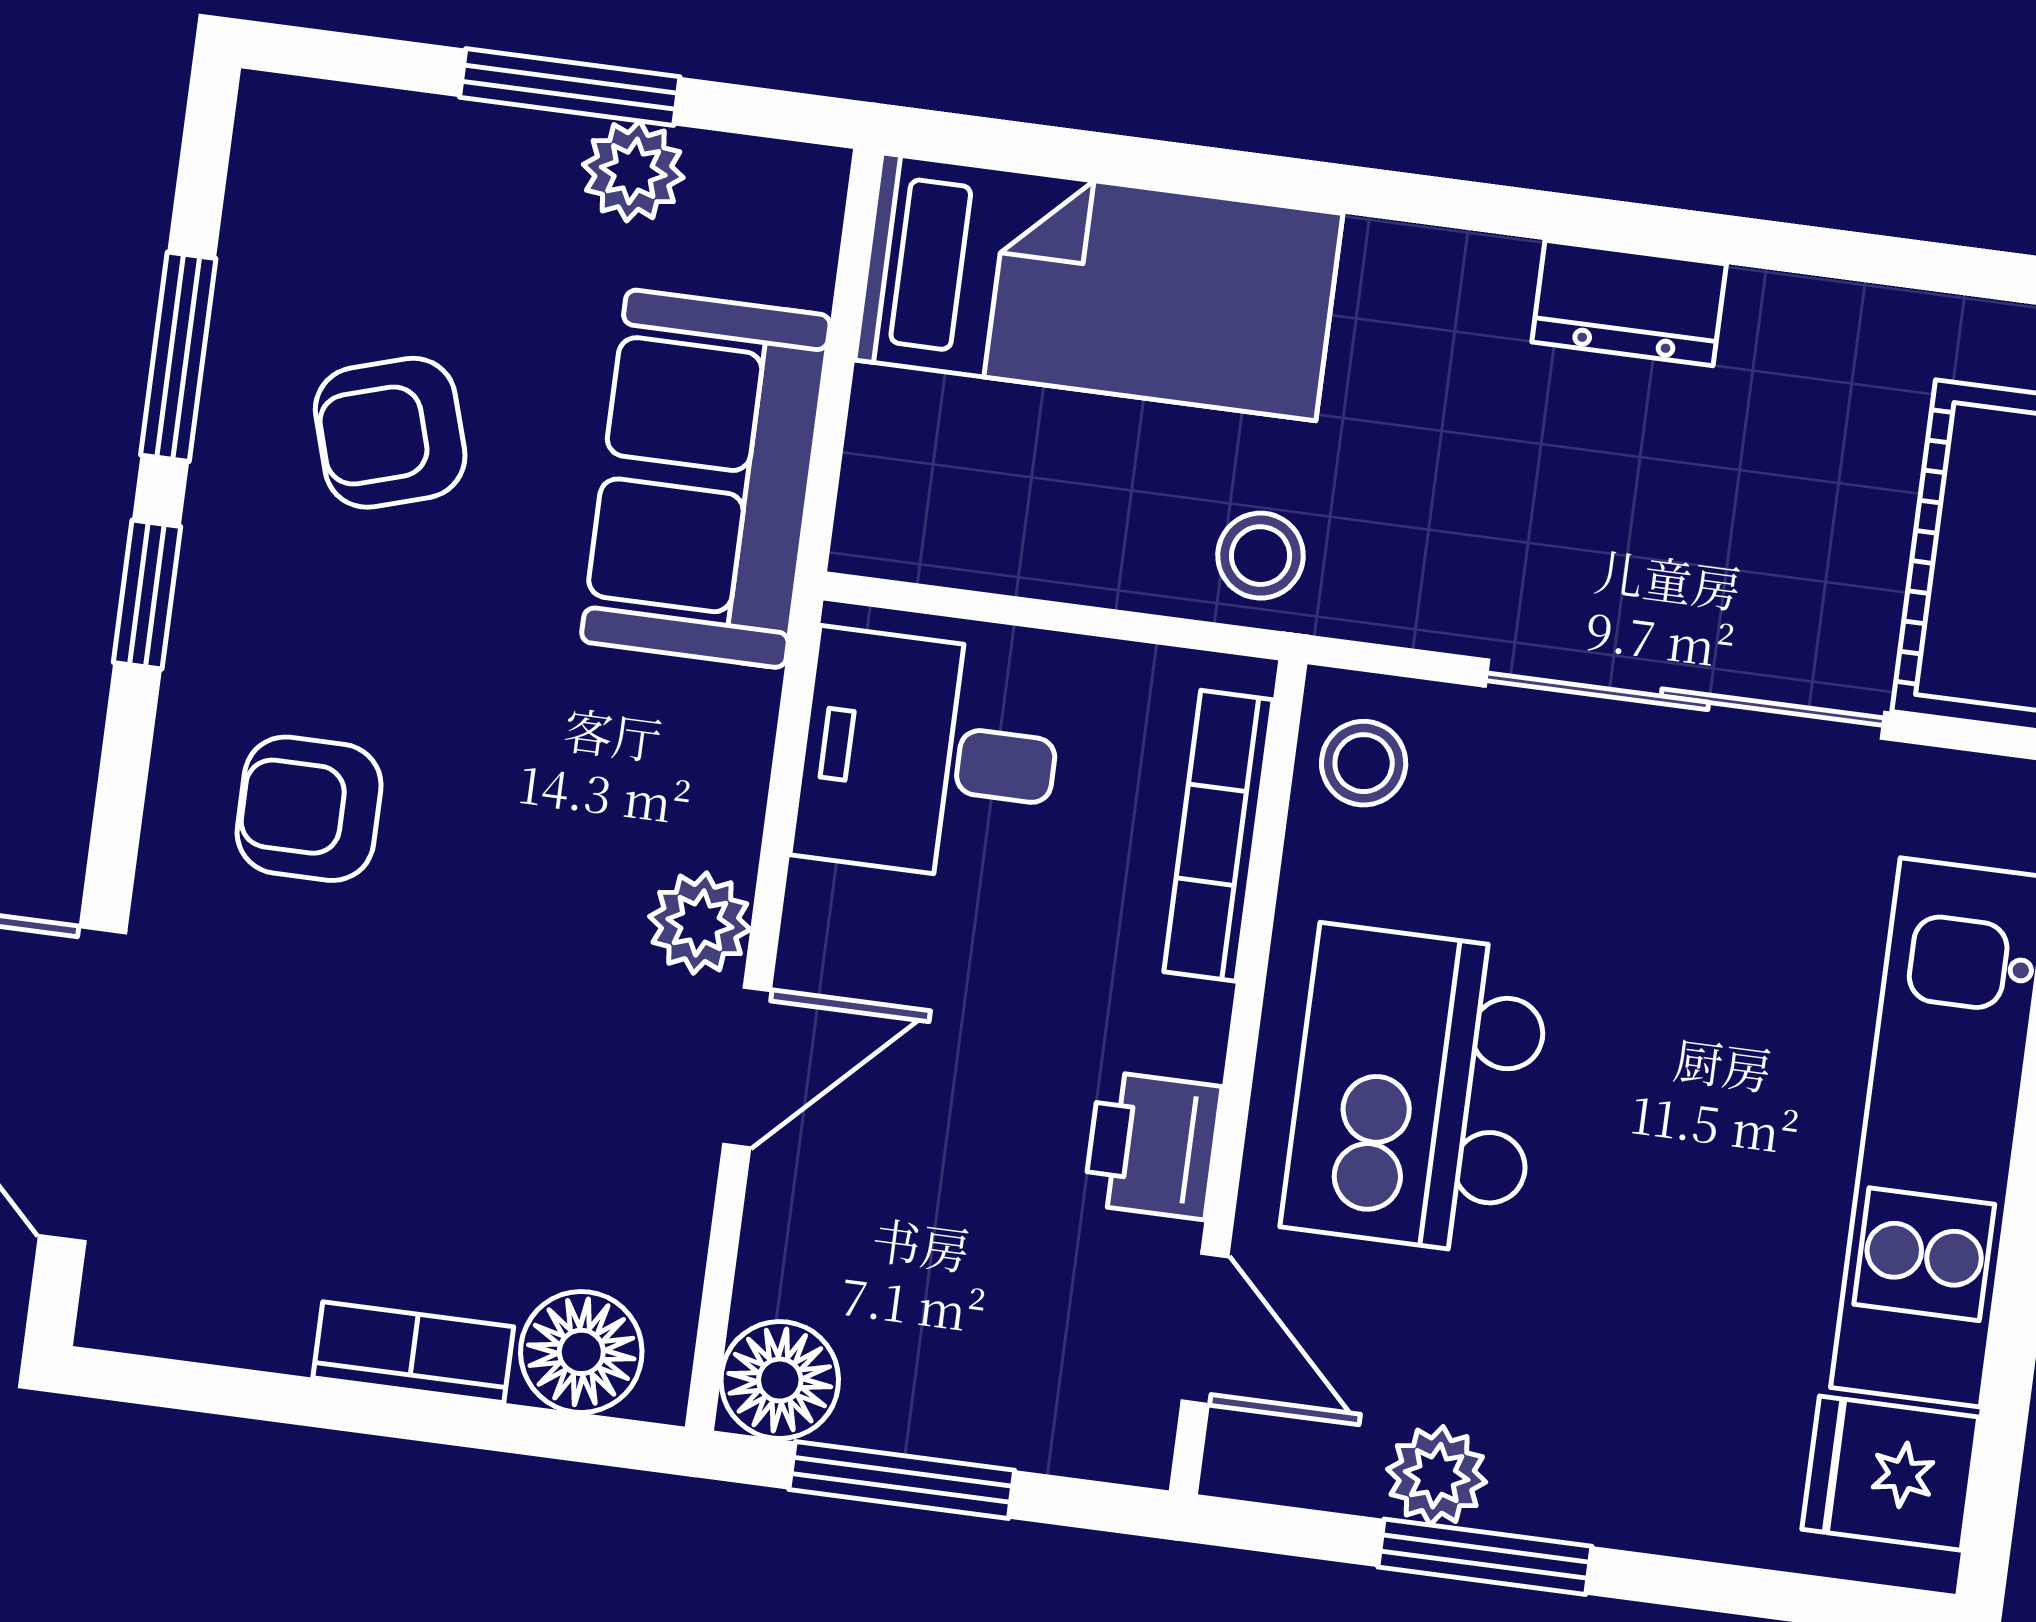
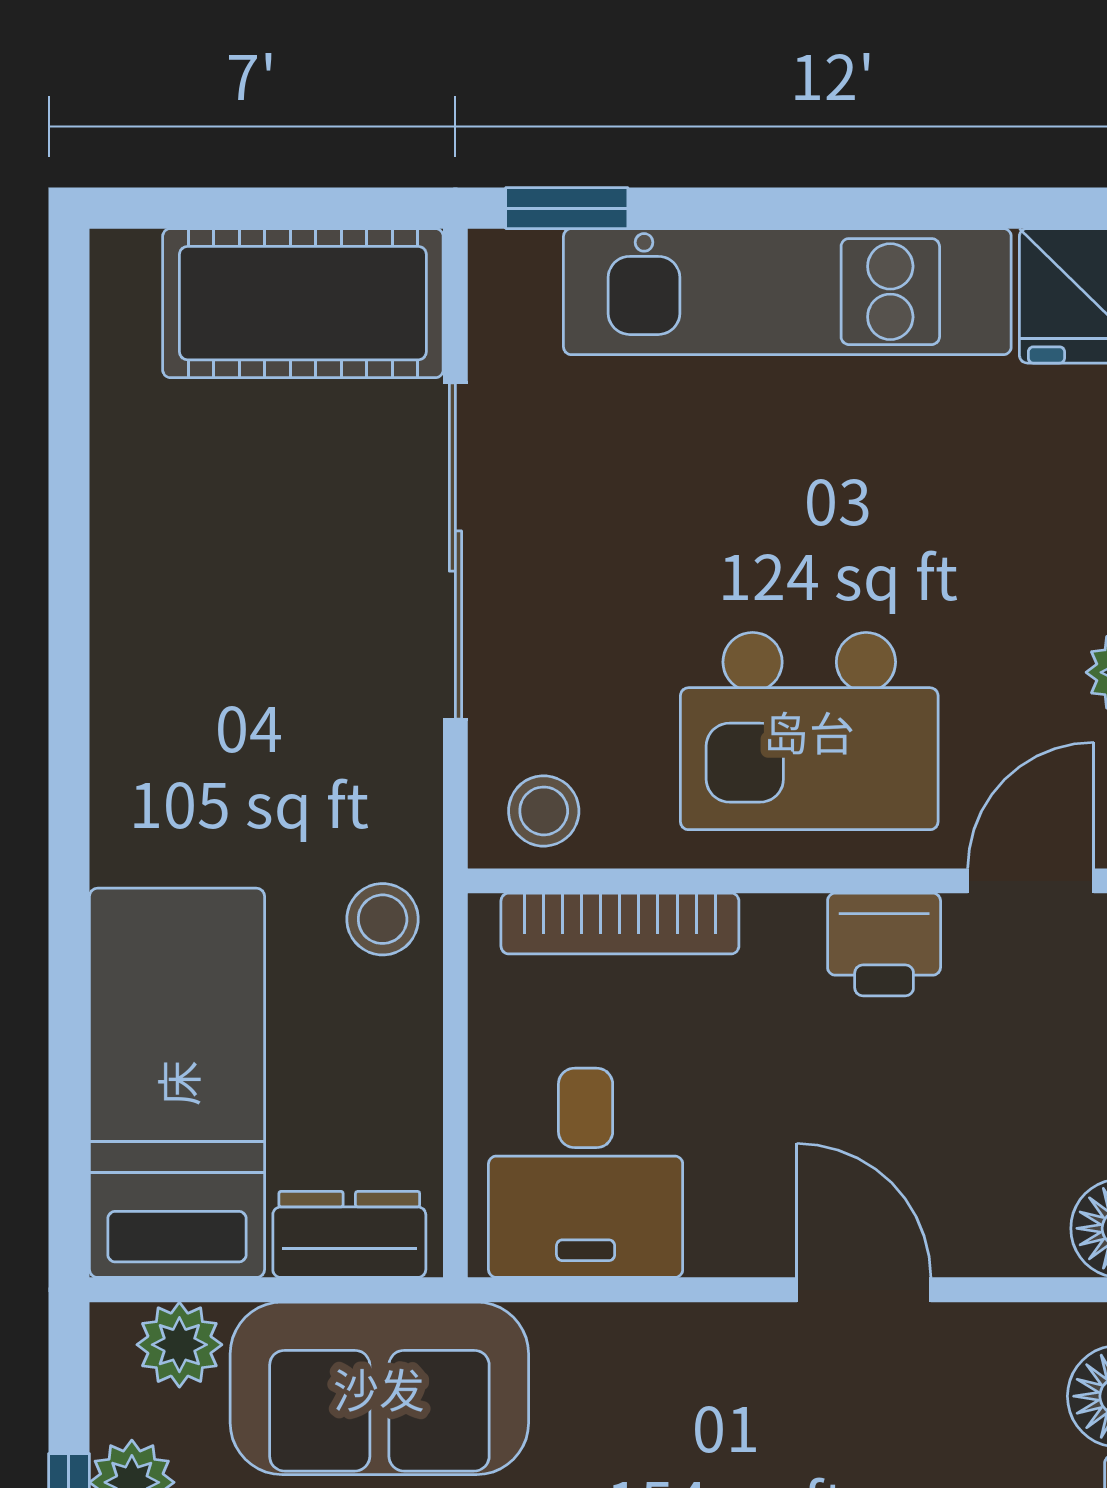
dresser: (1629, 303) -> (349, 1234), moved, turned -90
plant: (700, 923) -> (179, 1345), moved

